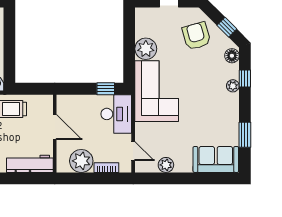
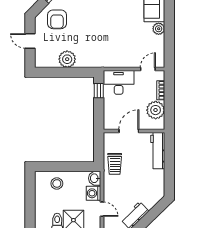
armchair: (196, 36) -> (57, 19), turned -74
corner sofa: (157, 91) -> (101, 51), removed
plant: (166, 165) -> (159, 29), moved

